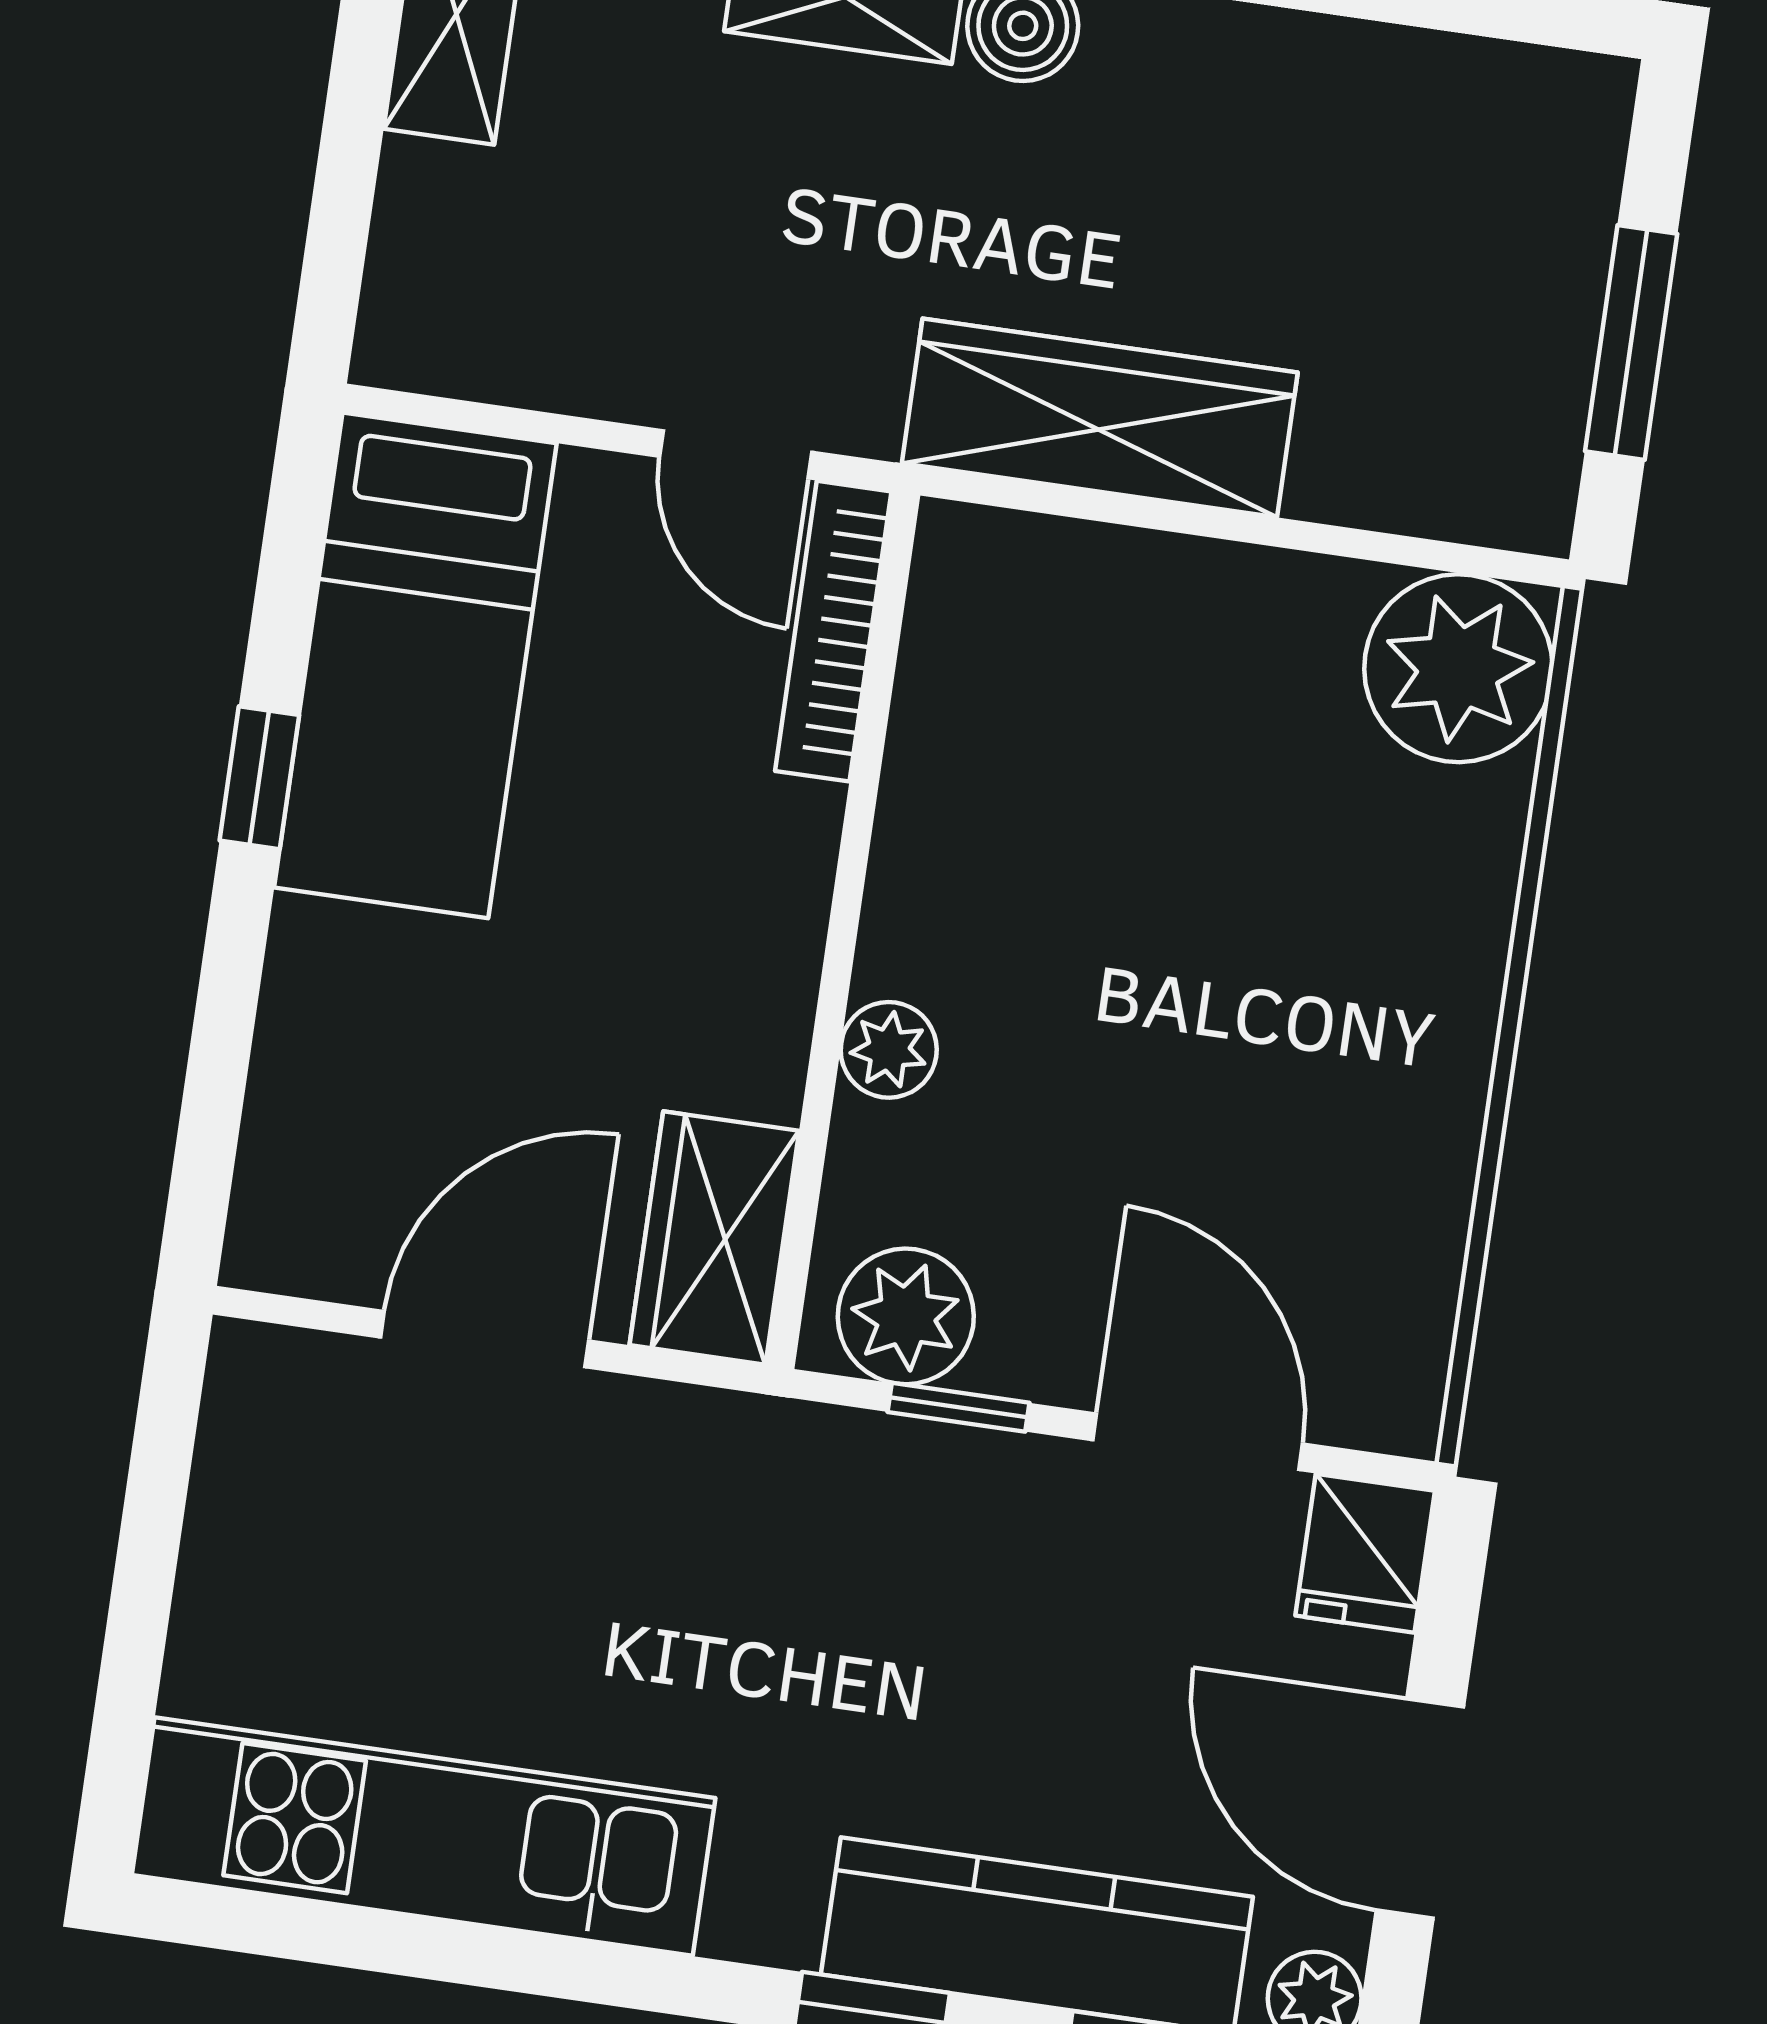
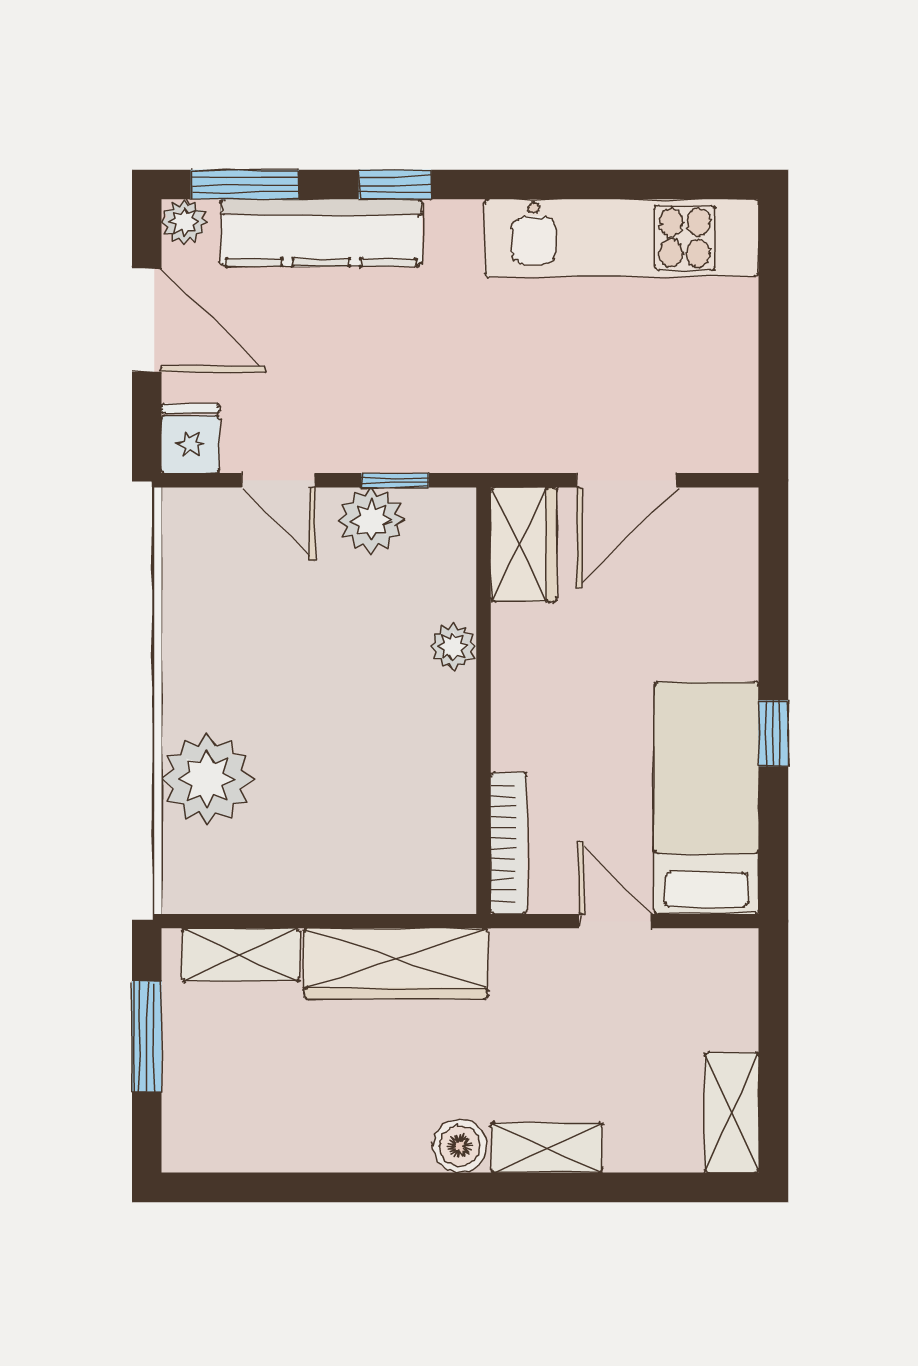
door: (736, 454) -> (615, 921), moved
shelving: (1415, 482) -> (241, 955), added
plant: (1458, 668) -> (207, 779), moved
plant: (906, 1316) -> (371, 520), moved
door: (1198, 1442) -> (278, 480), width x0.73

